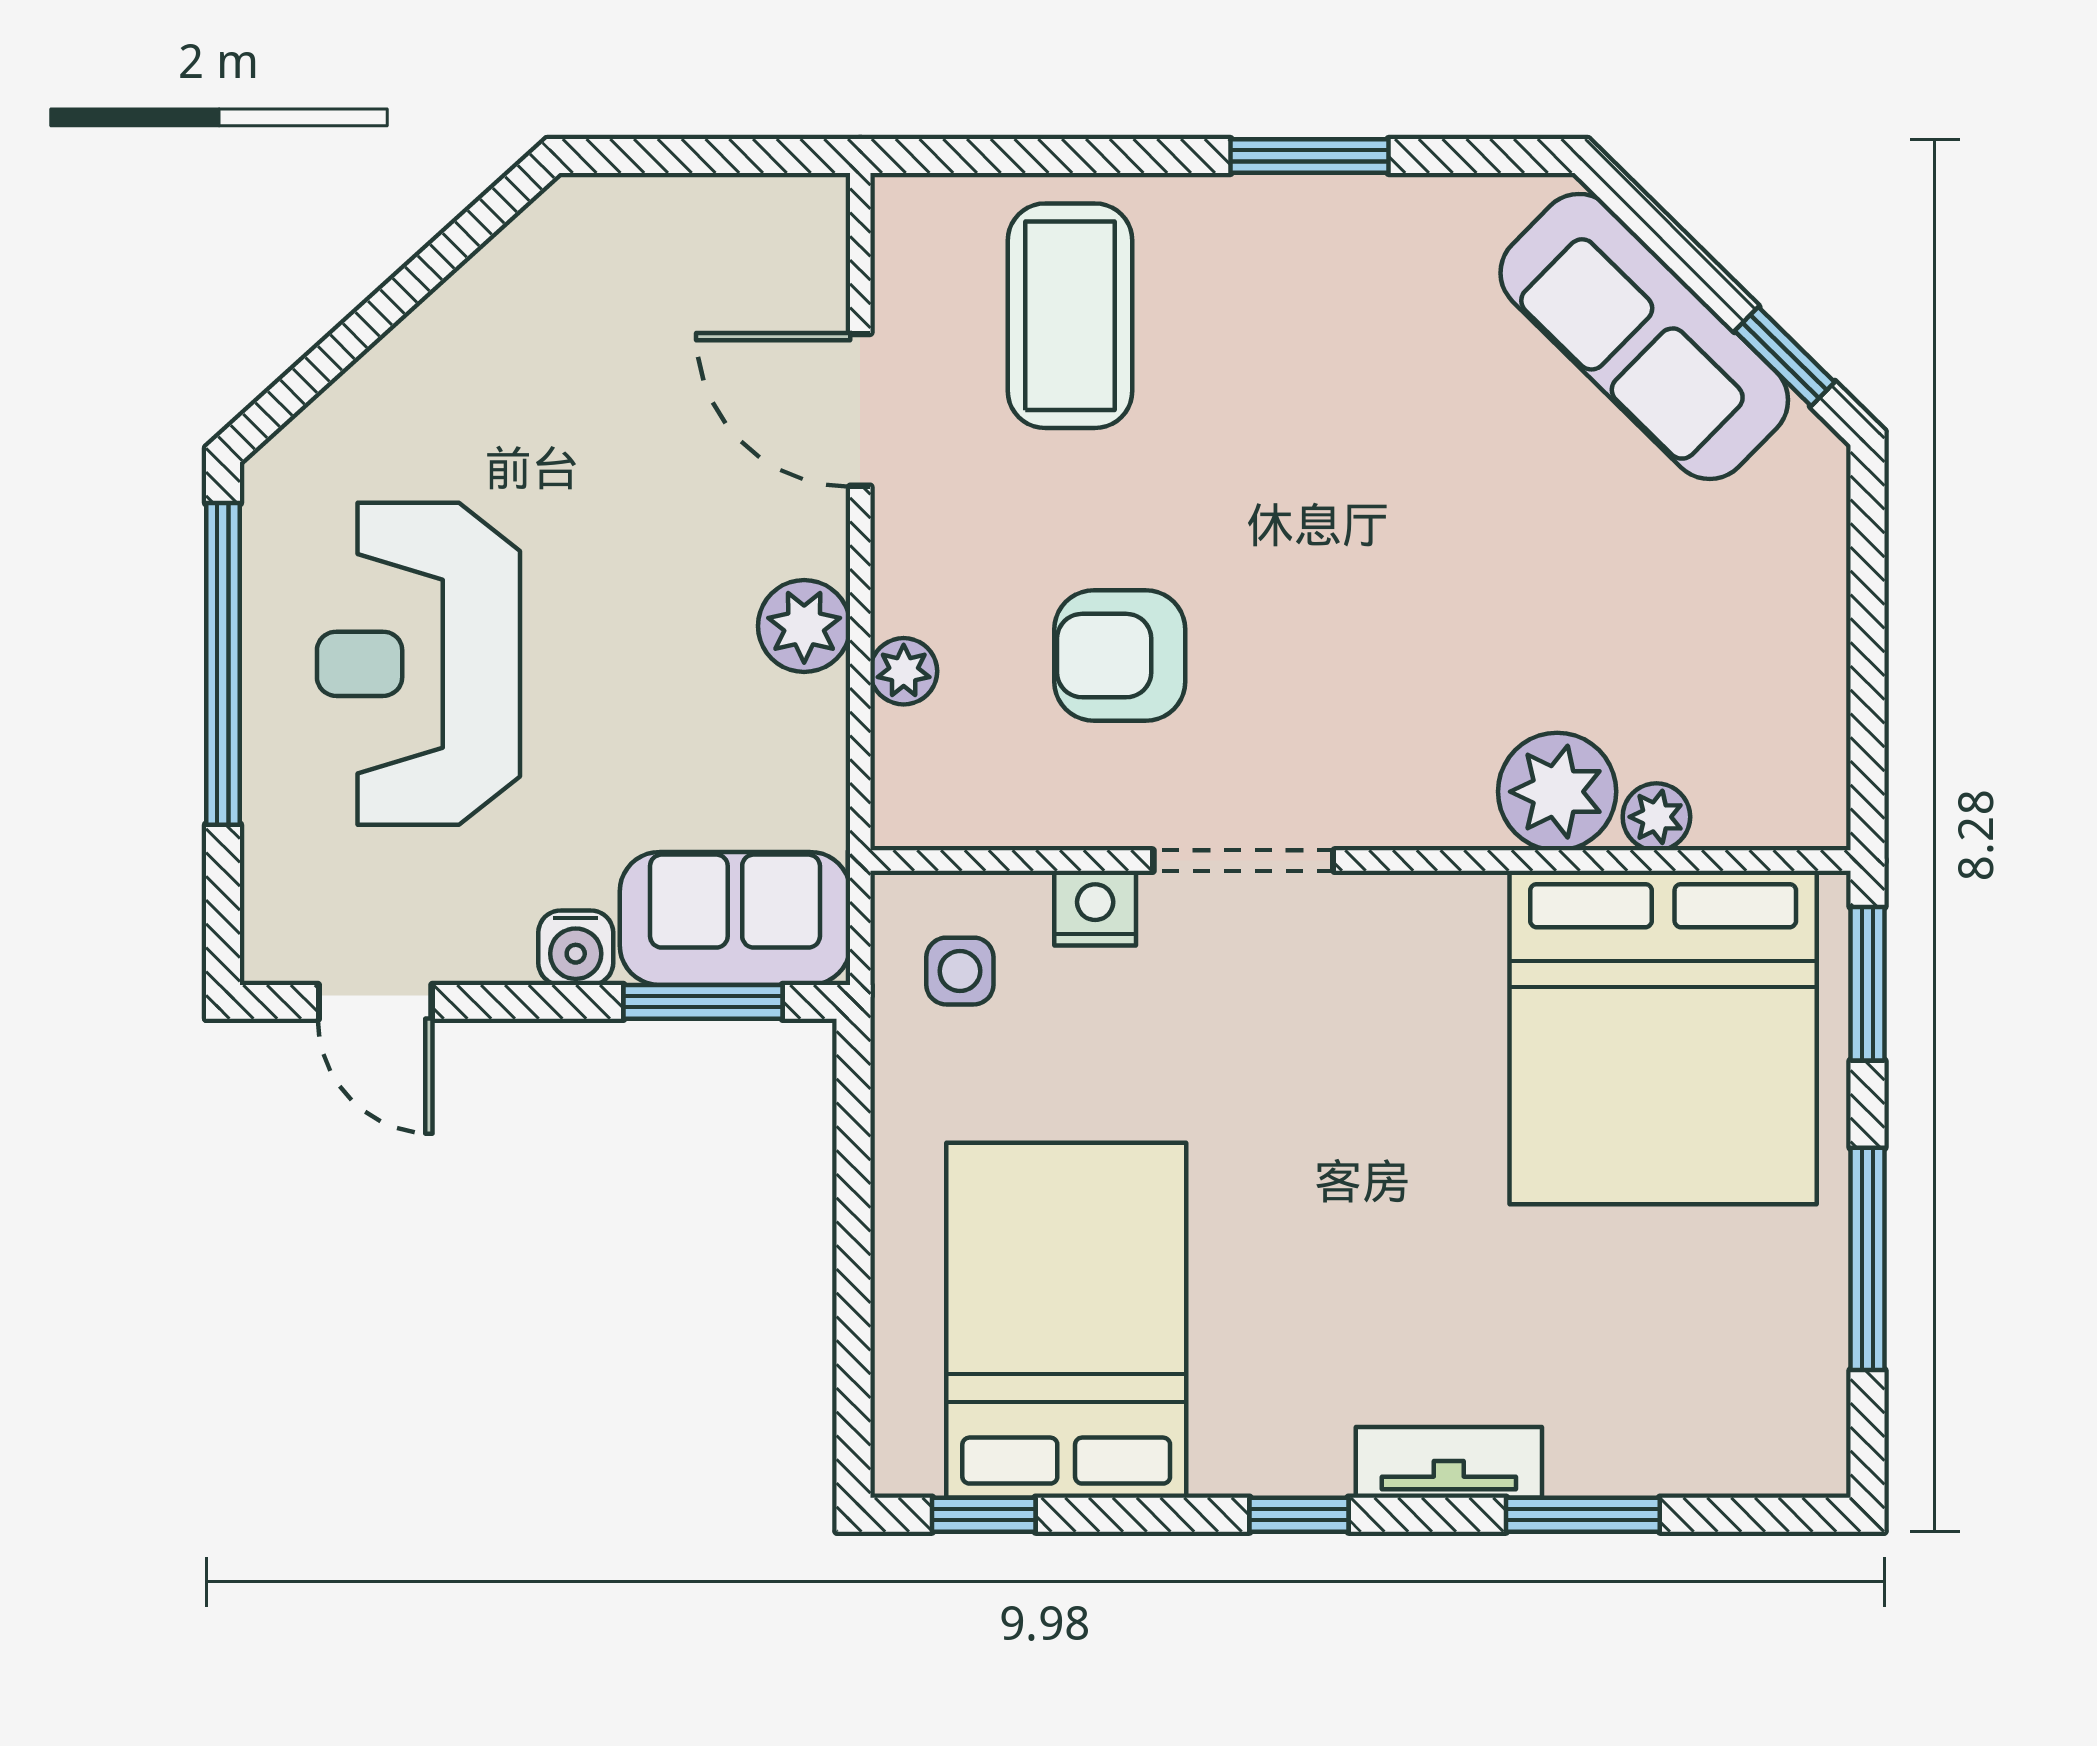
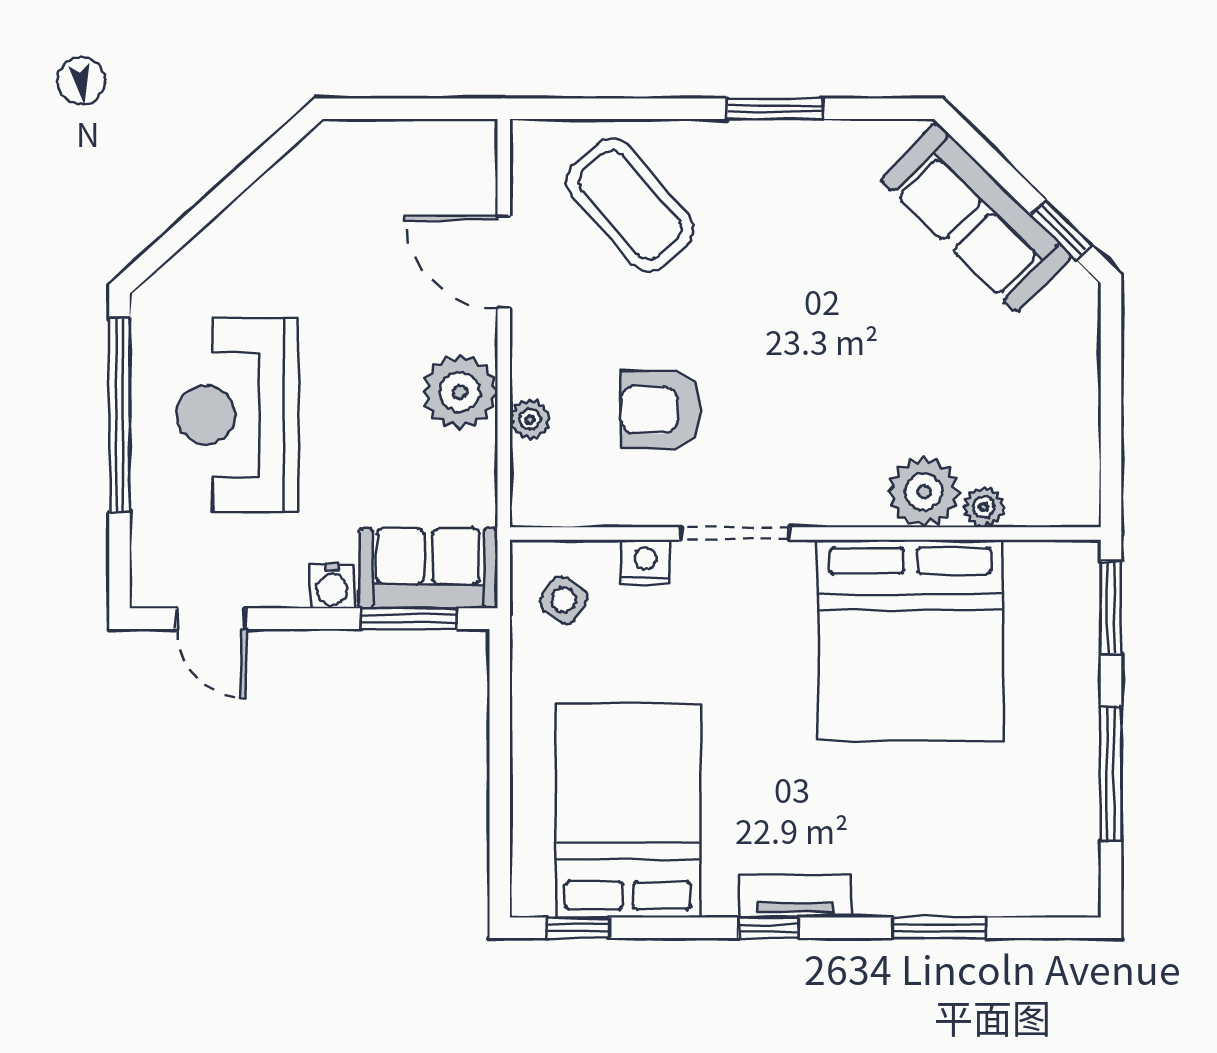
coffee table: (1070, 316) -> (630, 205), turned -41
plant: (804, 626) -> (460, 392), width x1.36, depth x1.36
side table: (960, 971) -> (564, 600), turned 36
bed: (1663, 1037) -> (910, 640), moved
tv unit: (1449, 1462) -> (795, 896), moved

